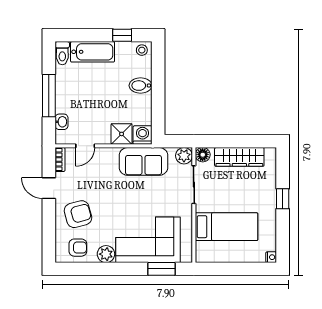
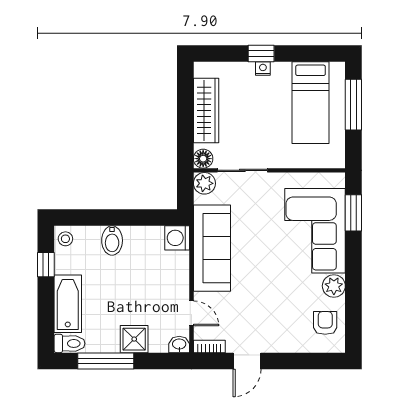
window: (49, 96) -> (106, 361), moved
washbasin: (62, 122) -> (179, 344), moved
shower: (122, 134) -> (134, 339), moved
sofa: (143, 161) -> (212, 248), width x1.36
armchair: (78, 214) -> (281, 323), removed
bed: (227, 227) -> (311, 103), moved, turned 180
nightstand: (271, 257) -> (263, 69), moved
window: (244, 269) -> (353, 105), added

